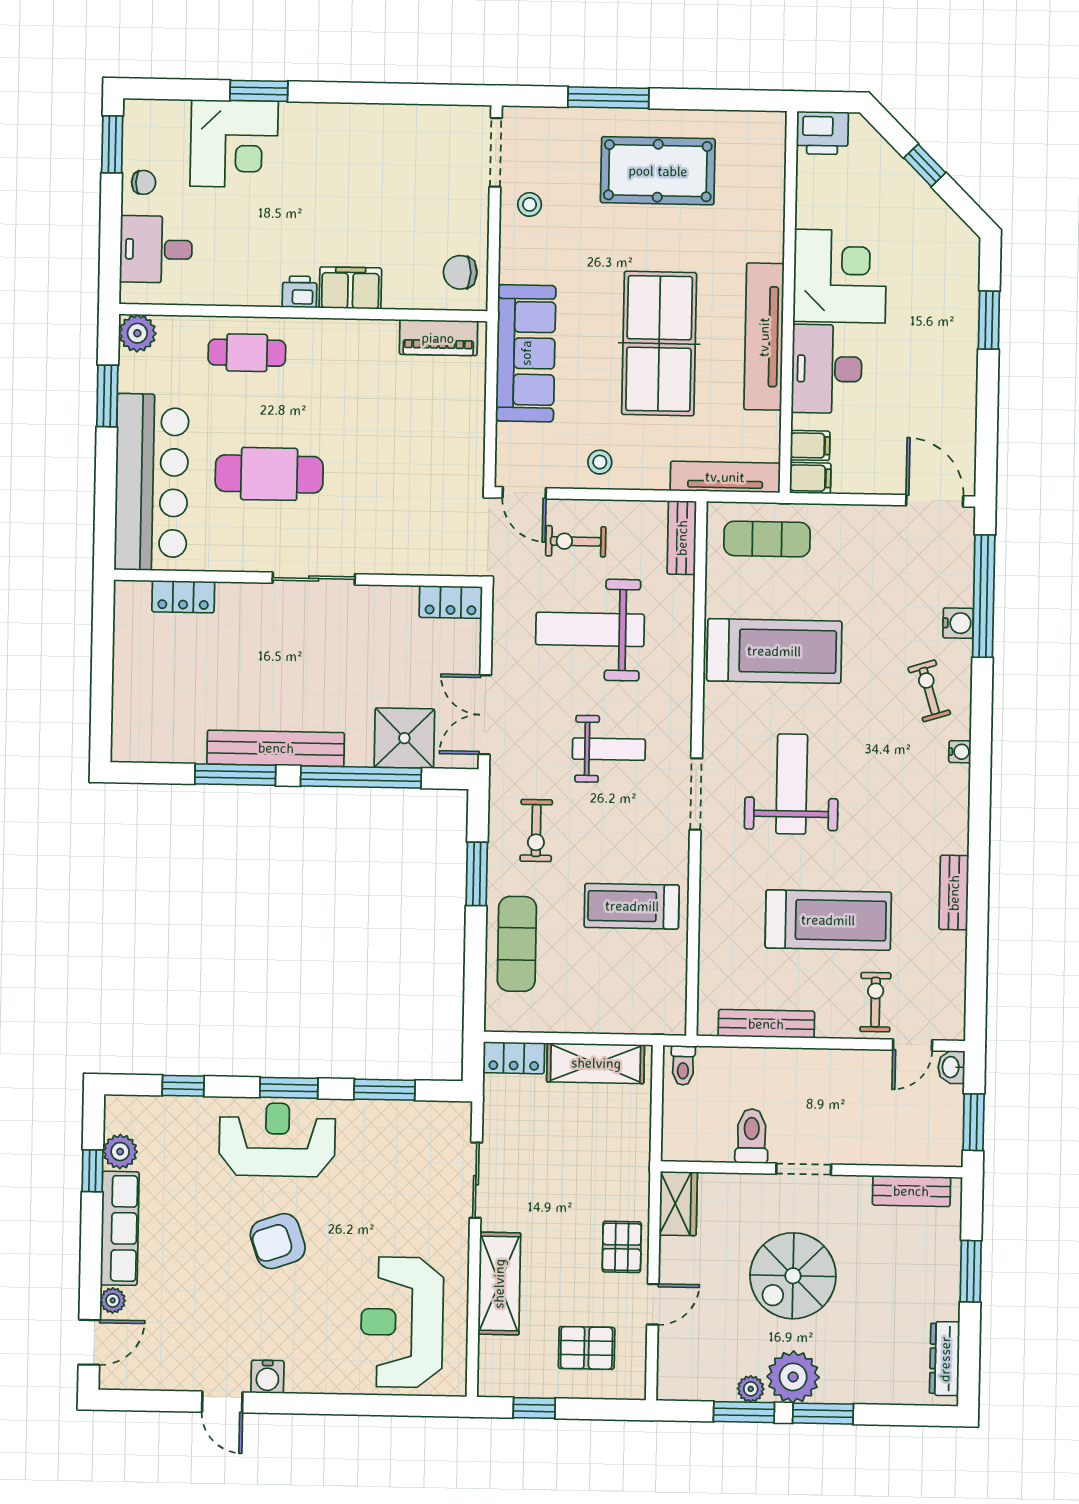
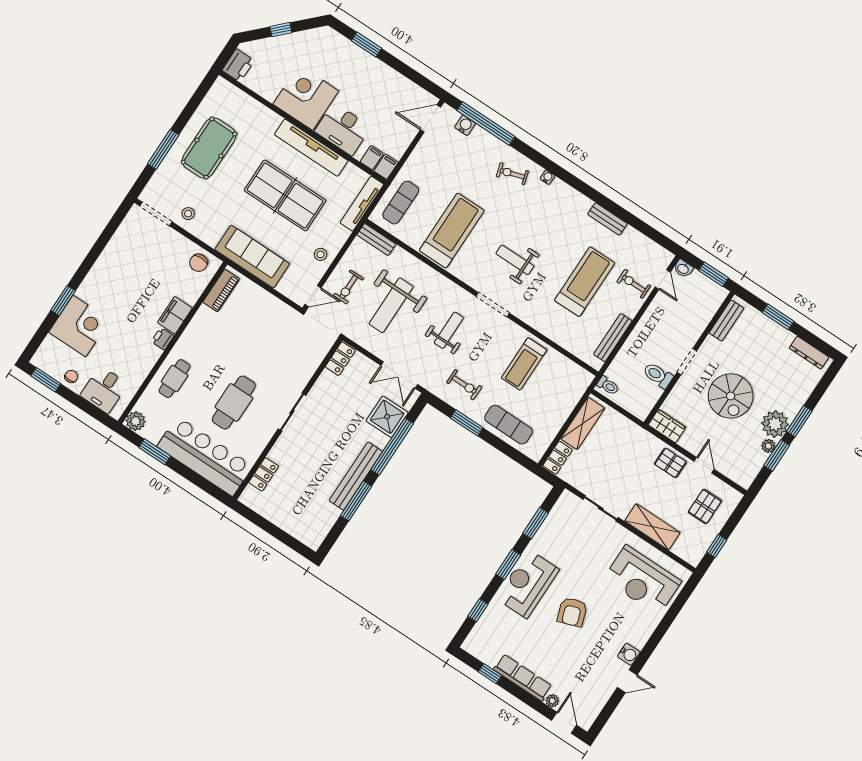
water cooler: (958, 623) -> (465, 125), moved
weight bench: (792, 784) -> (515, 260), width x0.73, depth x0.75
plant: (120, 1152) -> (489, 656), removed

